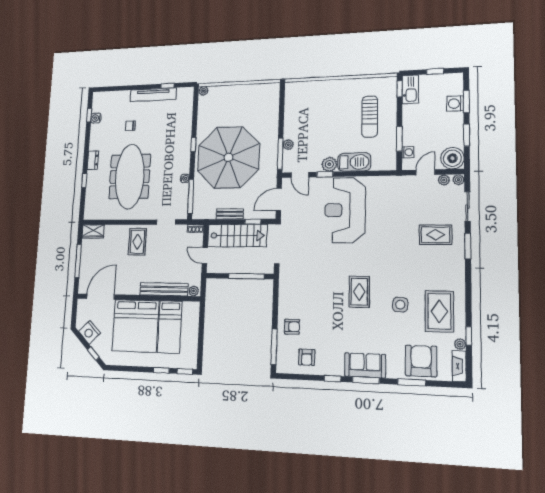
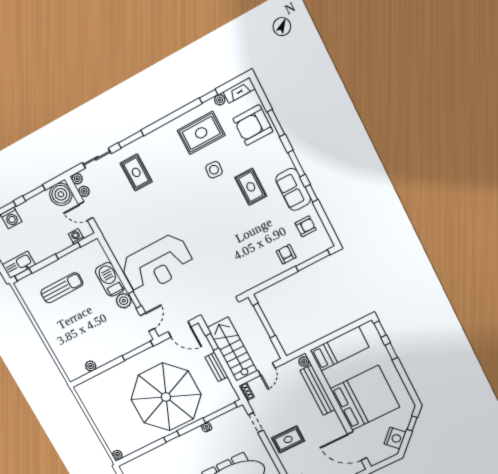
plant: (288, 145) -> (91, 366), moved
rug: (359, 292) -> (251, 187), moved, turned 90
bed: (170, 327) -> (340, 349), moved
sofa: (365, 365) -> (293, 189), moved

